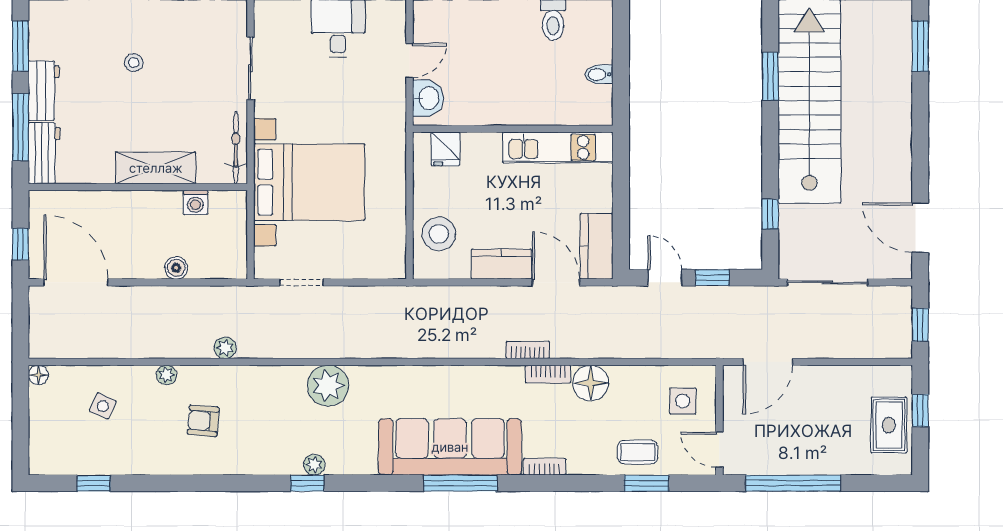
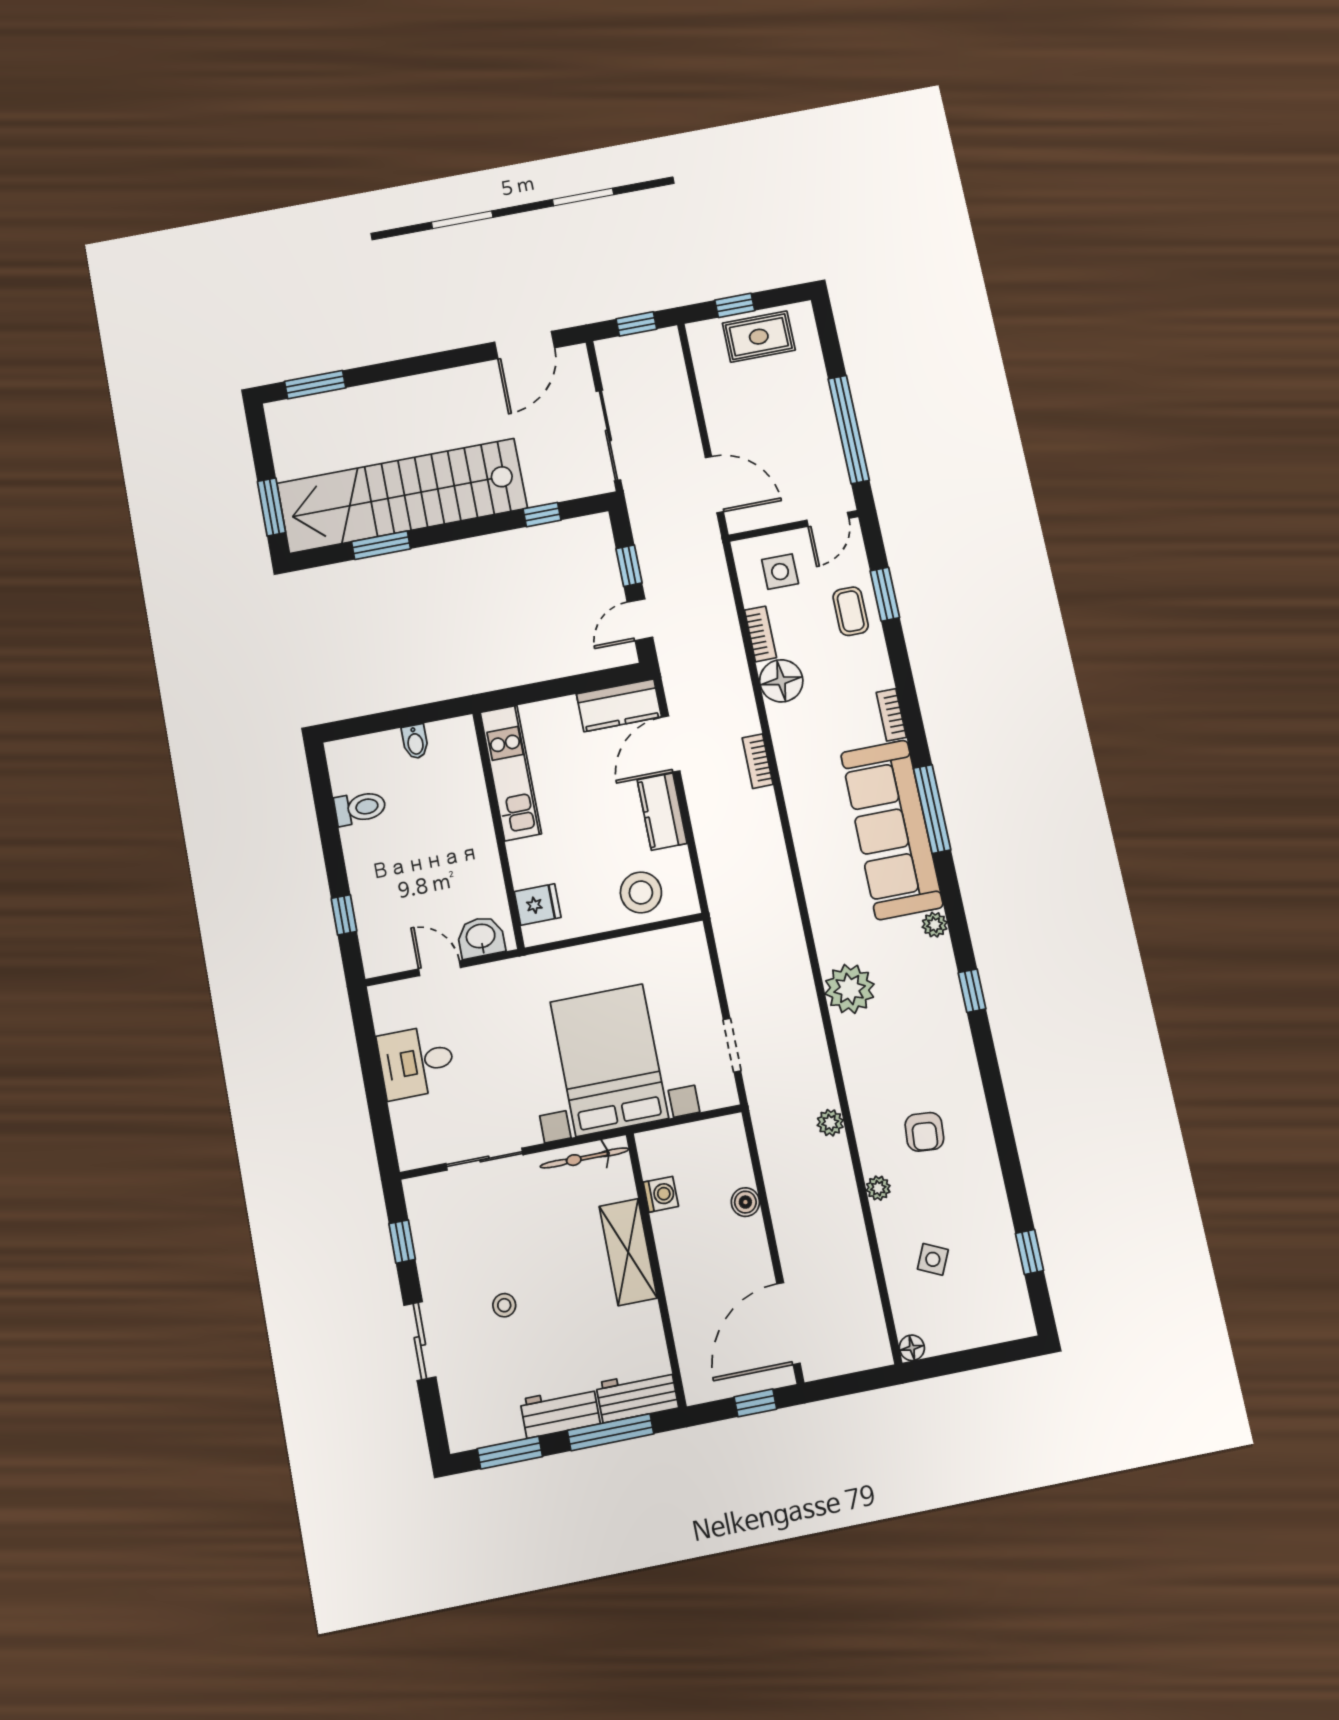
bookcase: (548, 374) -> (760, 634), moved
plant: (314, 465) -> (935, 925), moved

